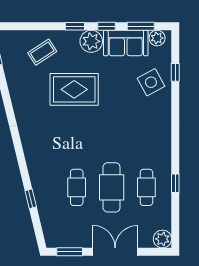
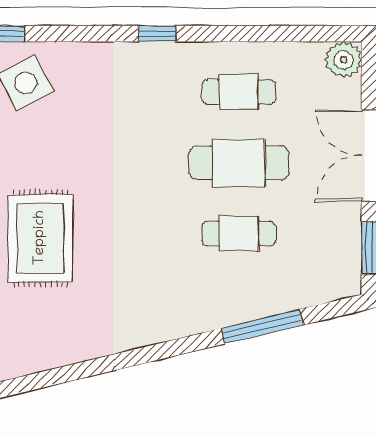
window: (175, 183) -> (157, 34), moved
window: (31, 199) -> (262, 327), width x2.17

